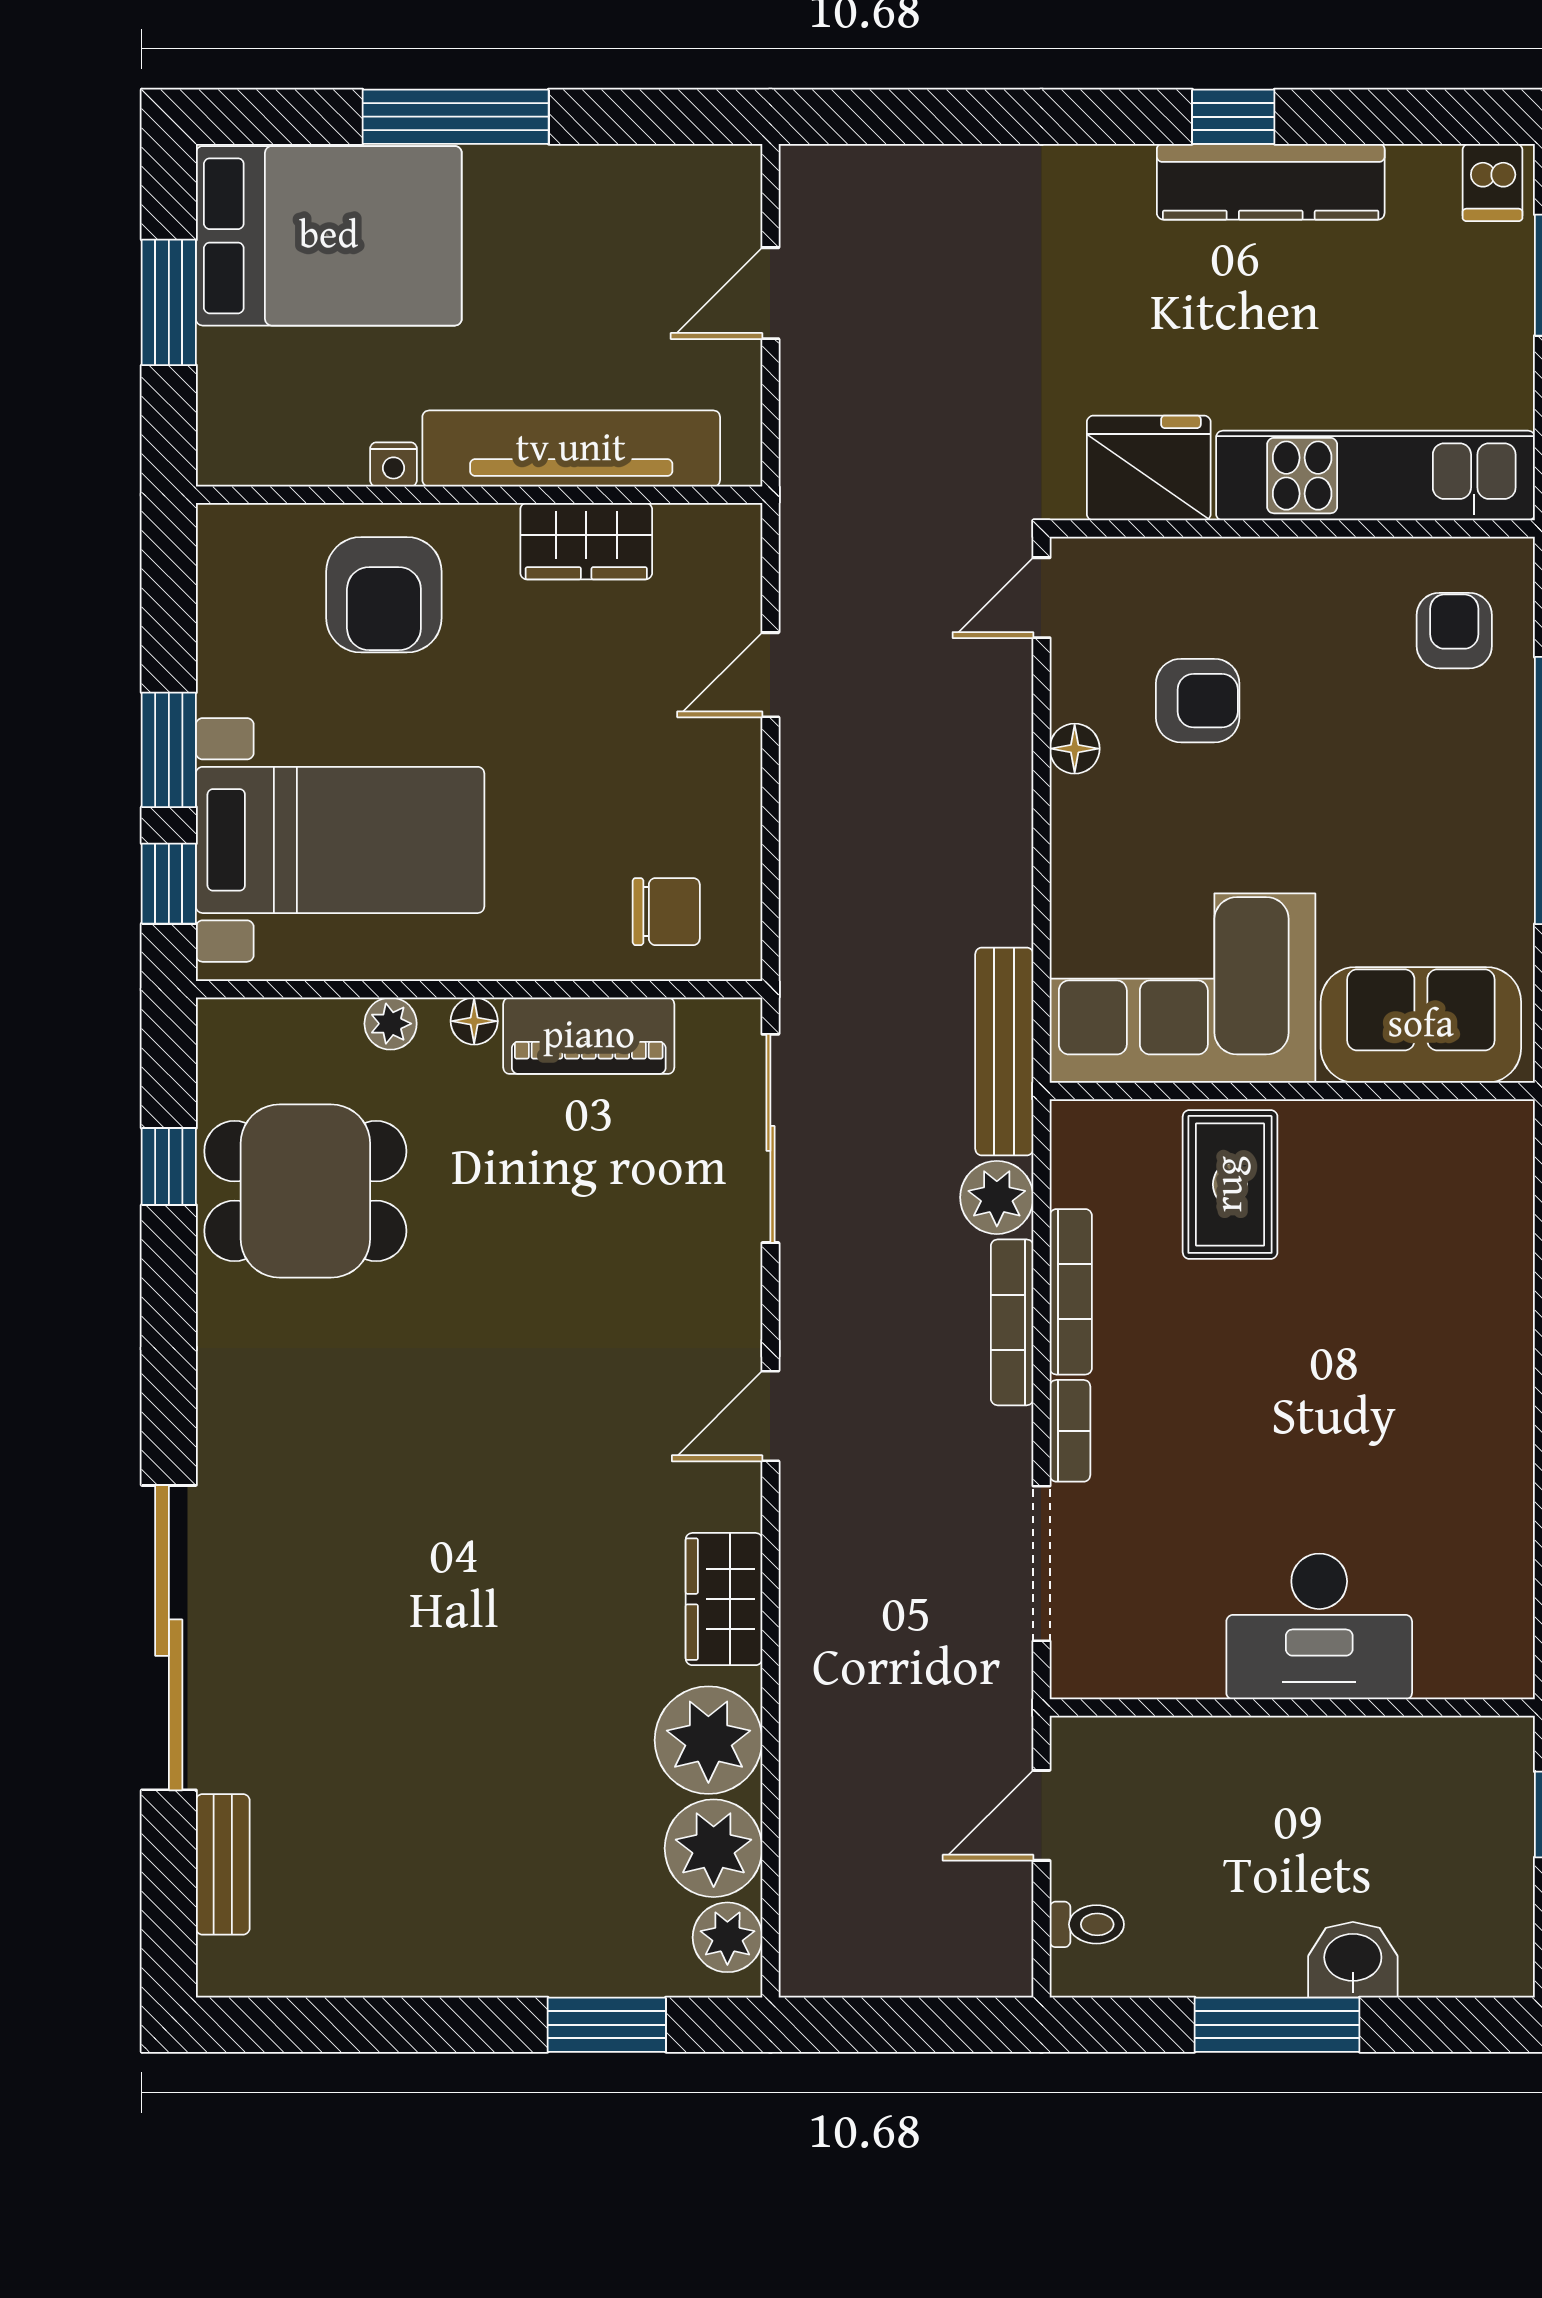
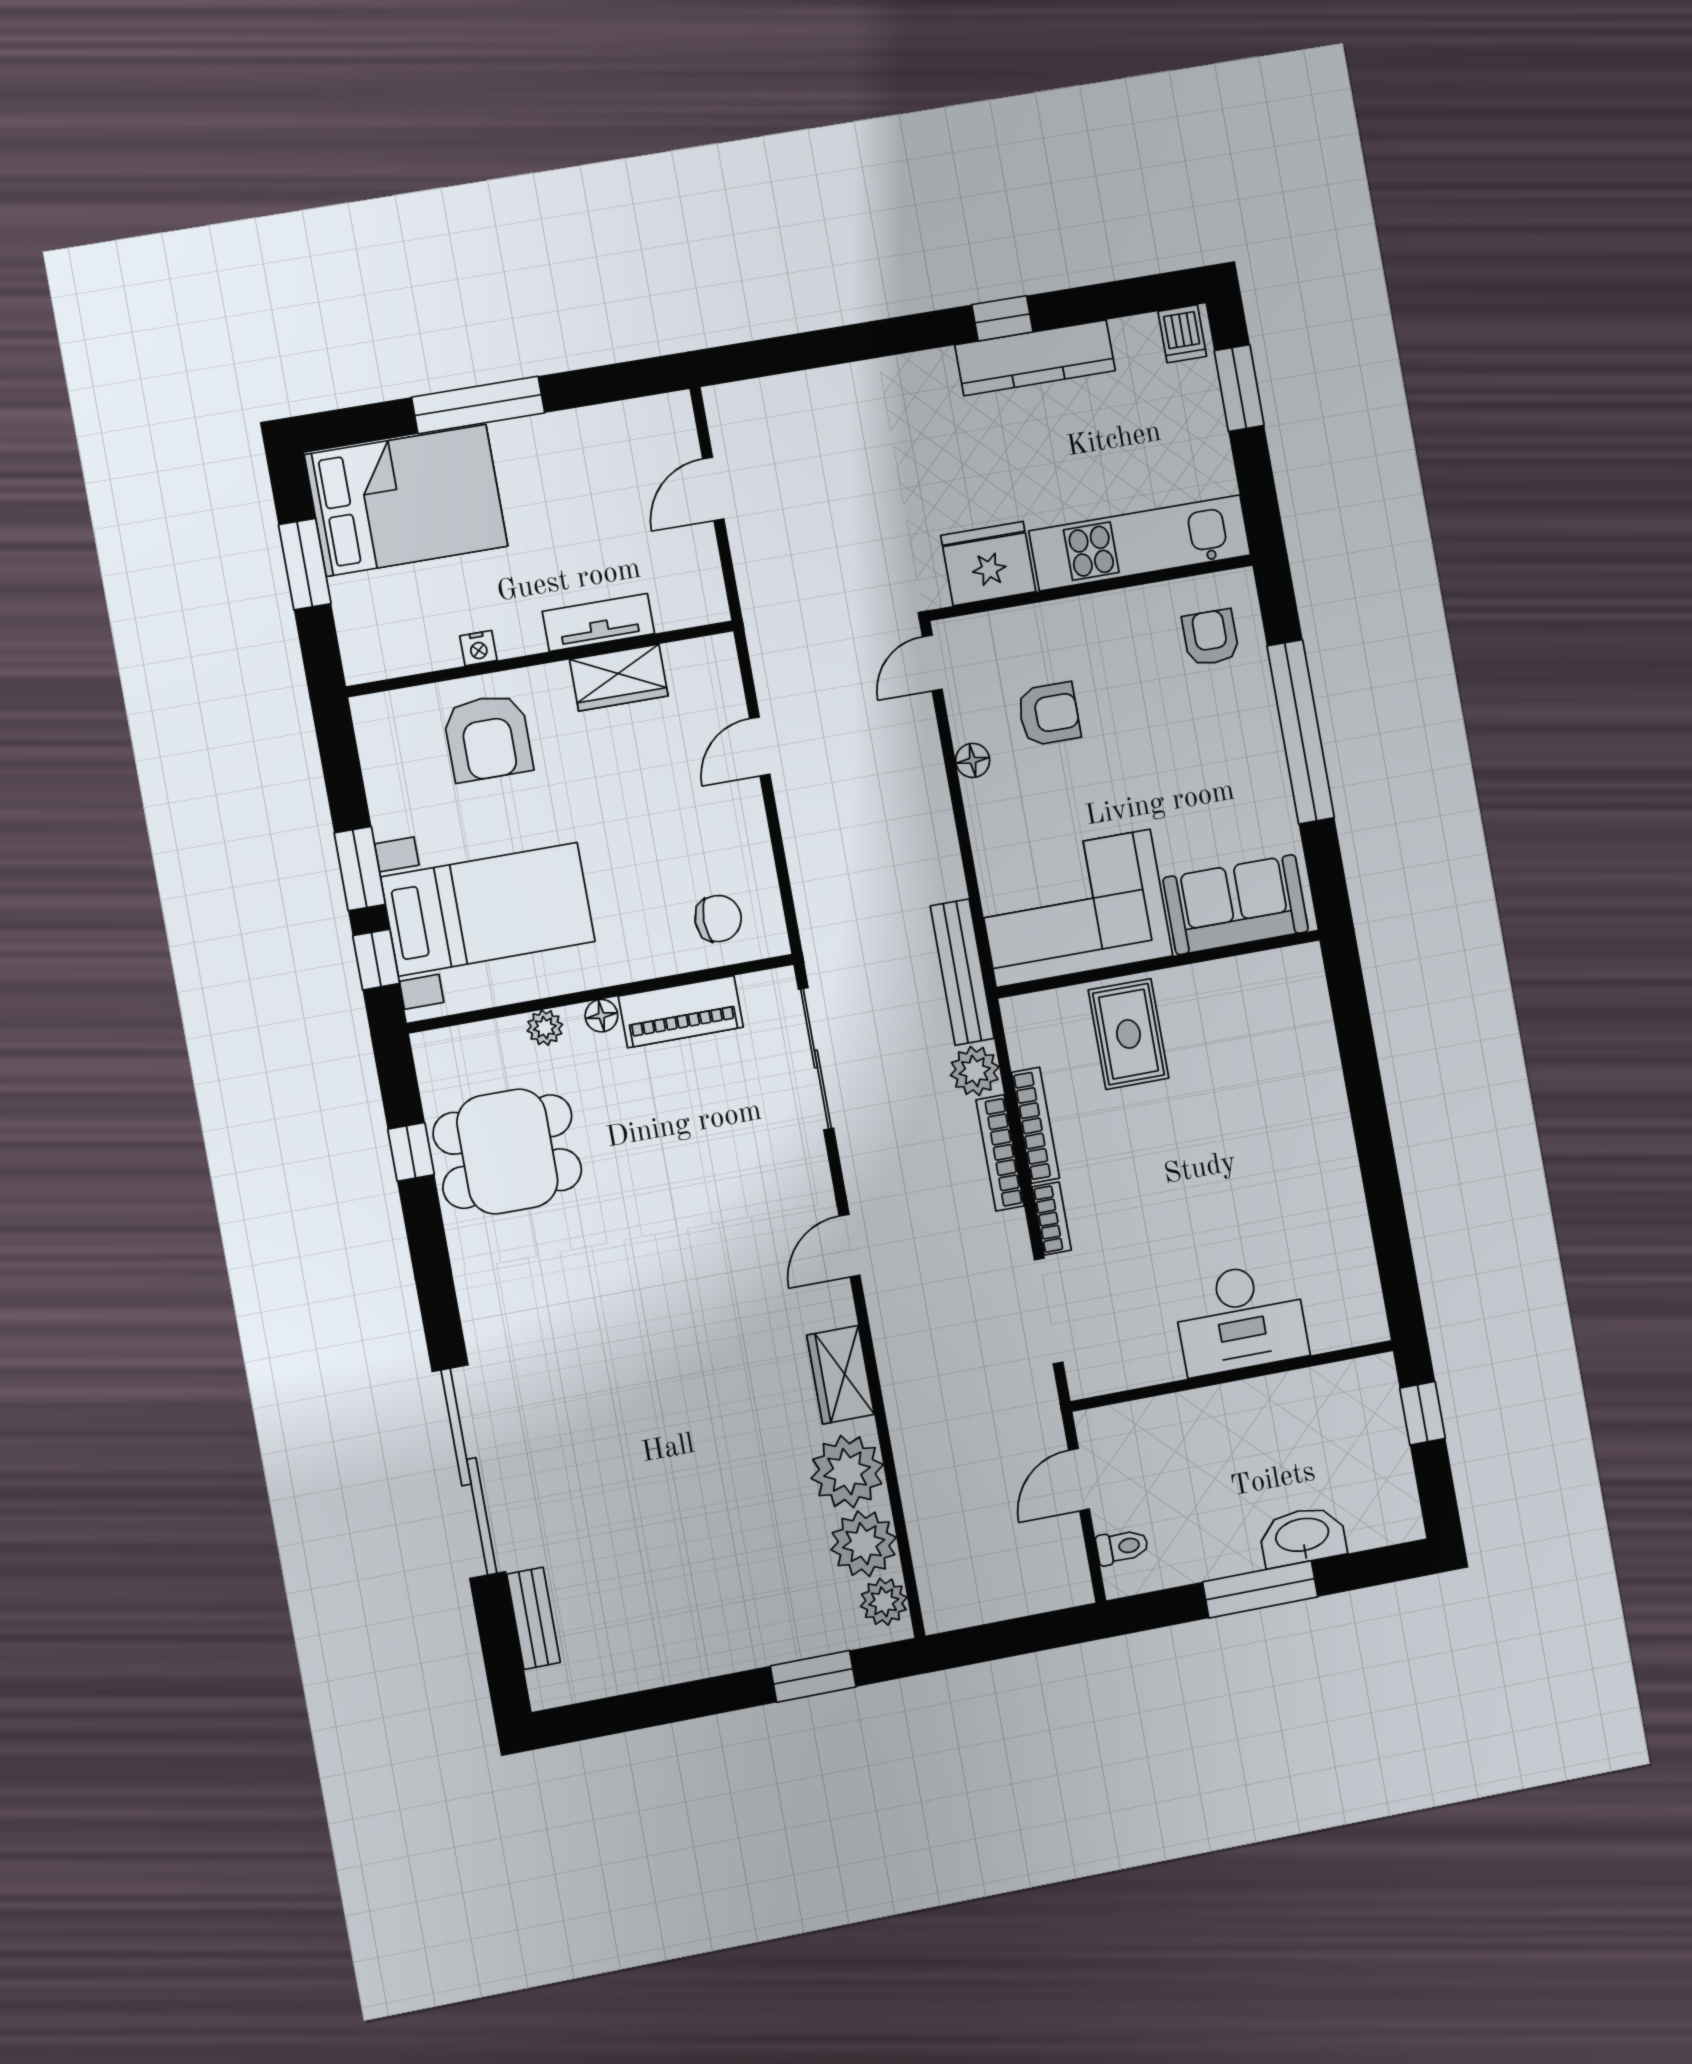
tv unit: (571, 449) -> (598, 622), width x0.52, depth x0.78
washbasin: (1353, 1960) -> (1302, 1536), width x1.38

